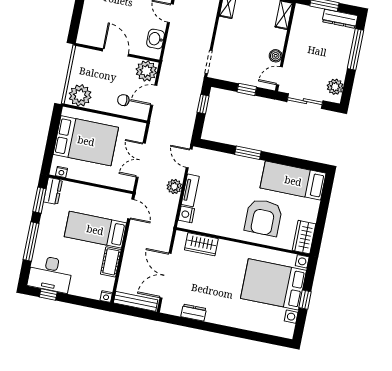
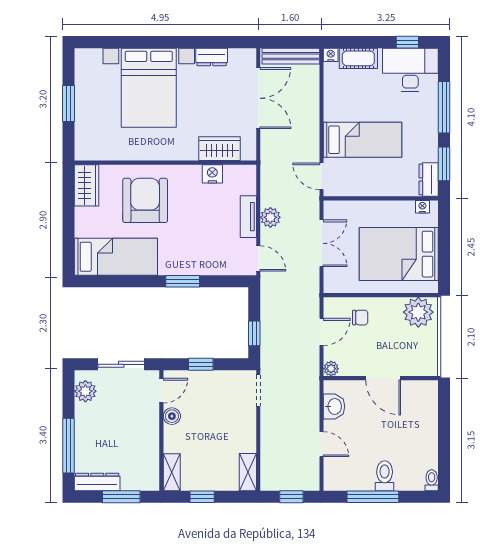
plant: (146, 71) -> (331, 369), width x0.53, depth x0.53
nightstand: (186, 214) -> (212, 174), moved, turned -90
cot: (111, 262) -> (358, 58), moved, turned 90
bed with nightstands: (273, 284) -> (149, 88), moved, turned 90
window: (305, 300) -> (69, 103), width x1.50

